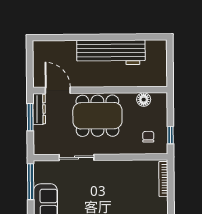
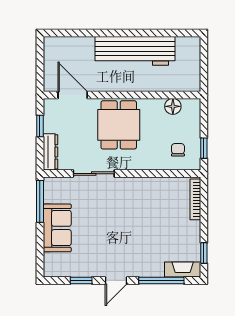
dresser: (39, 109) -> (50, 152), moved
dining table: (97, 116) -> (119, 125), width x0.73
window: (30, 117) -> (40, 126), width x0.67

